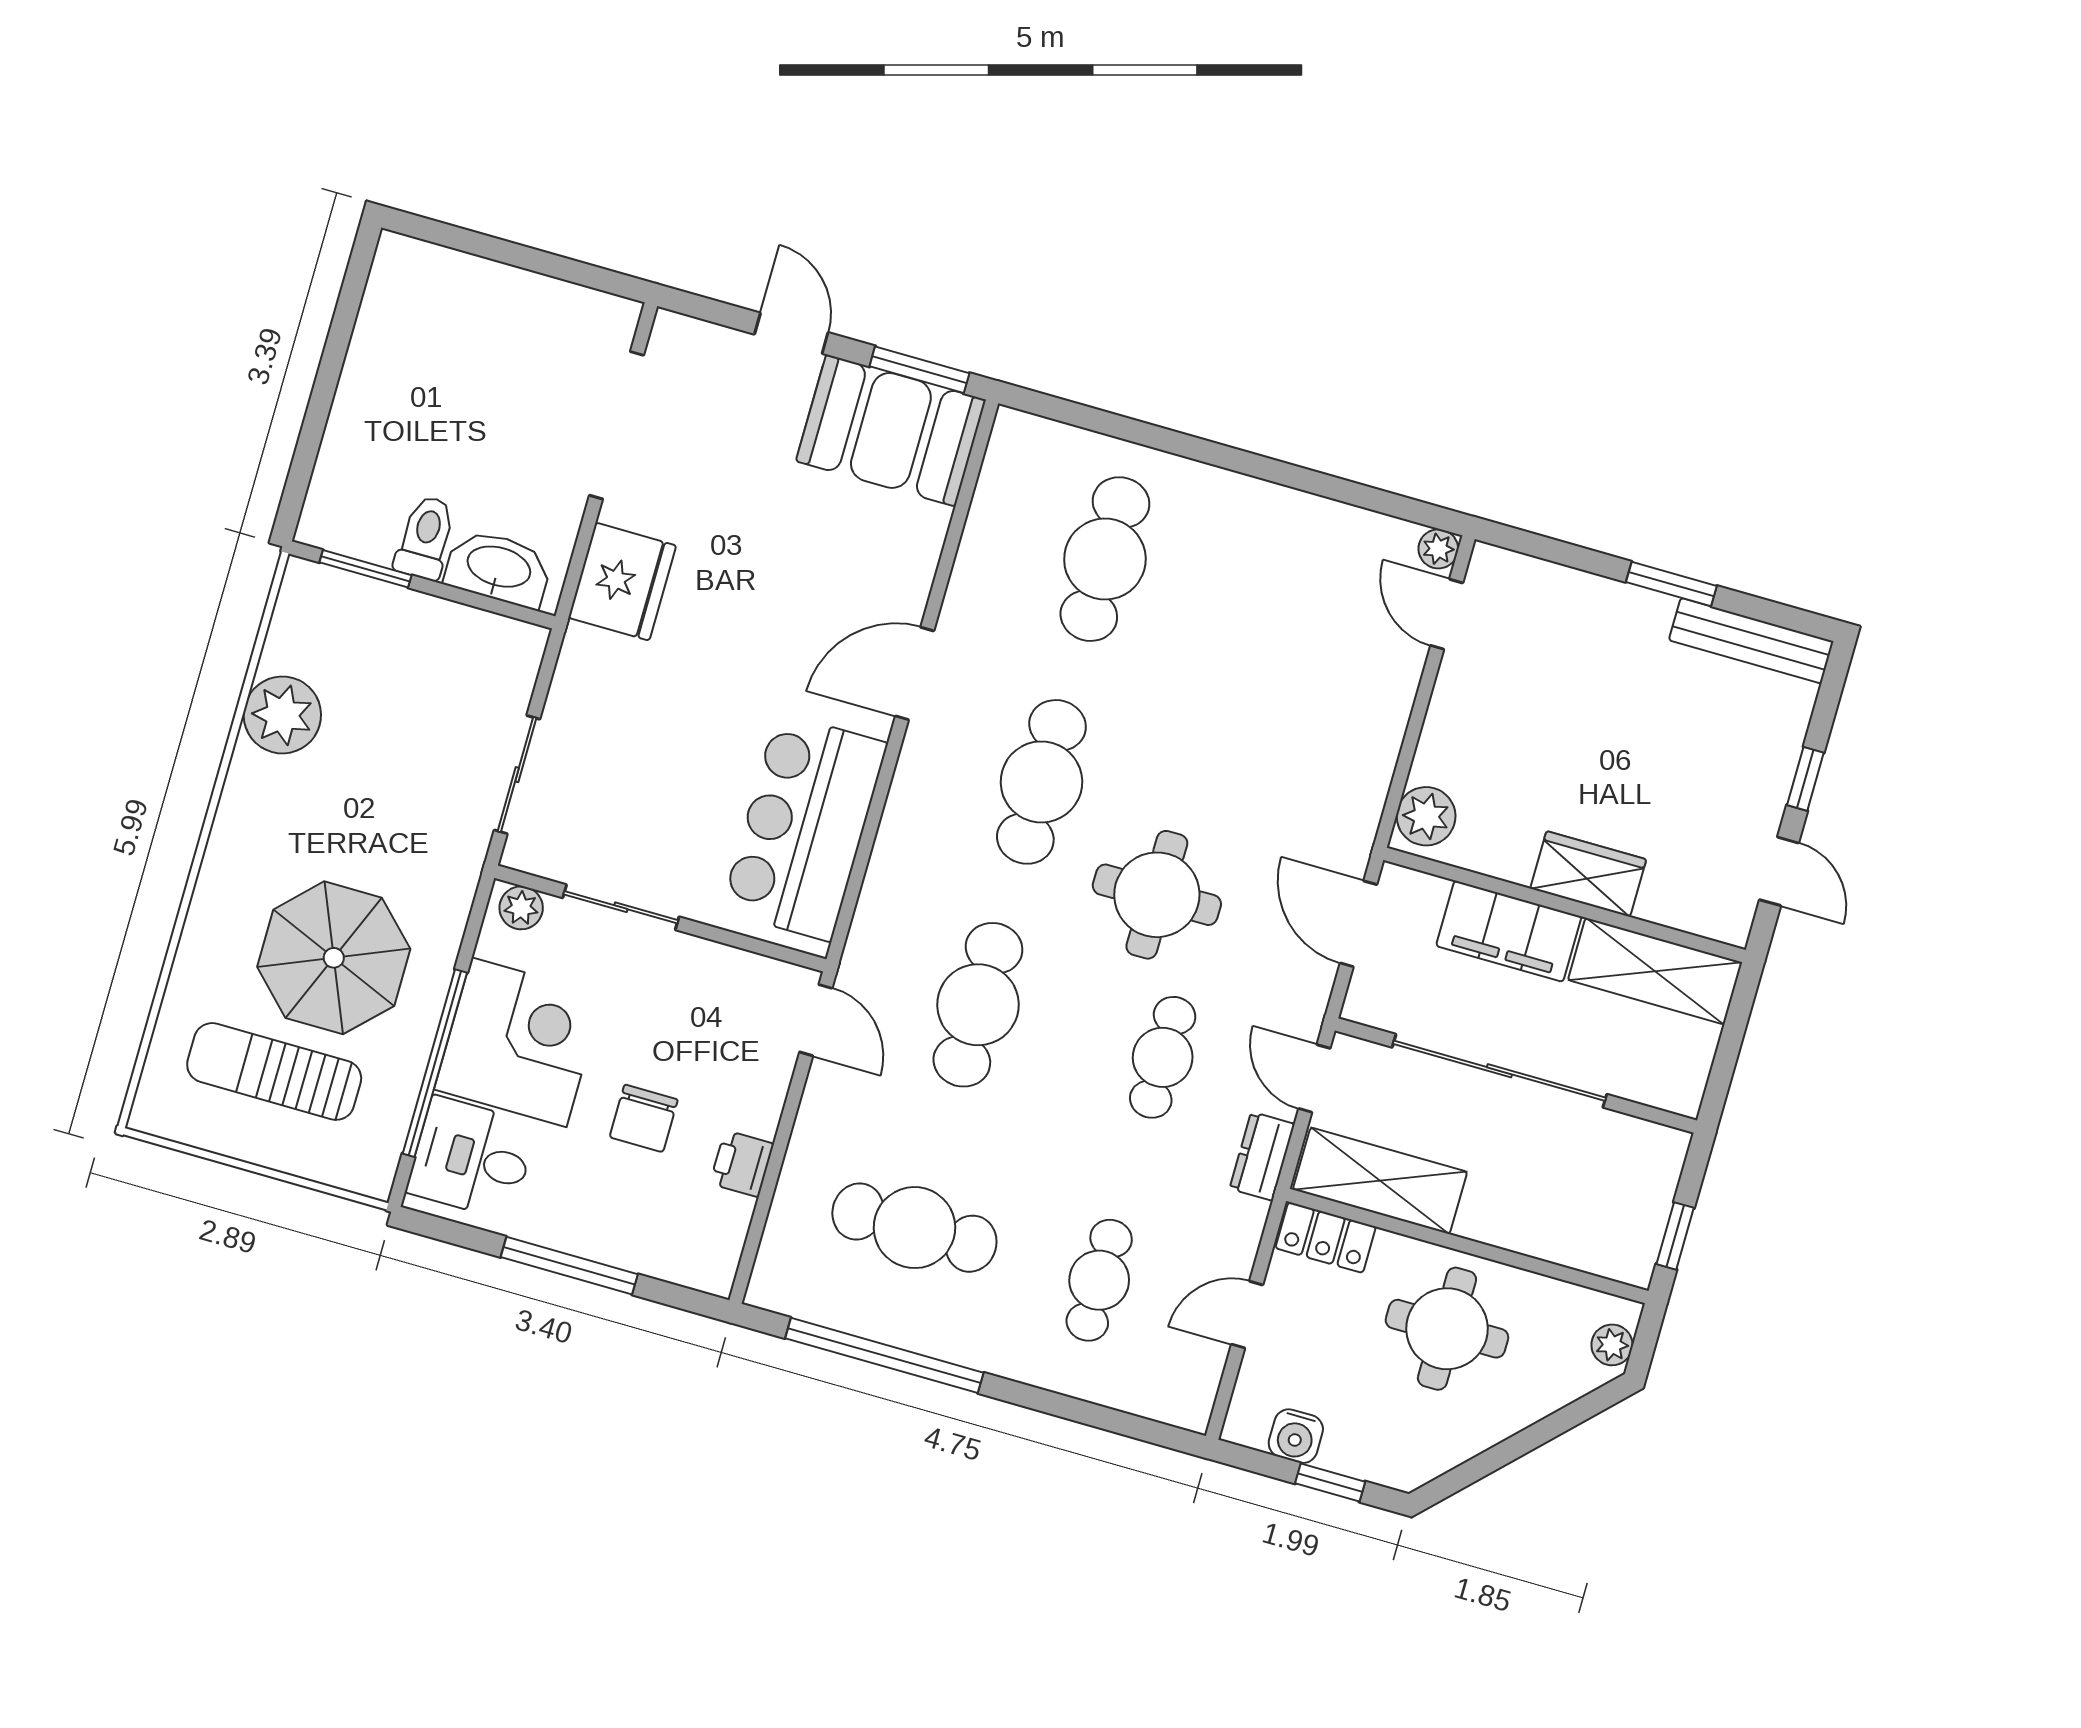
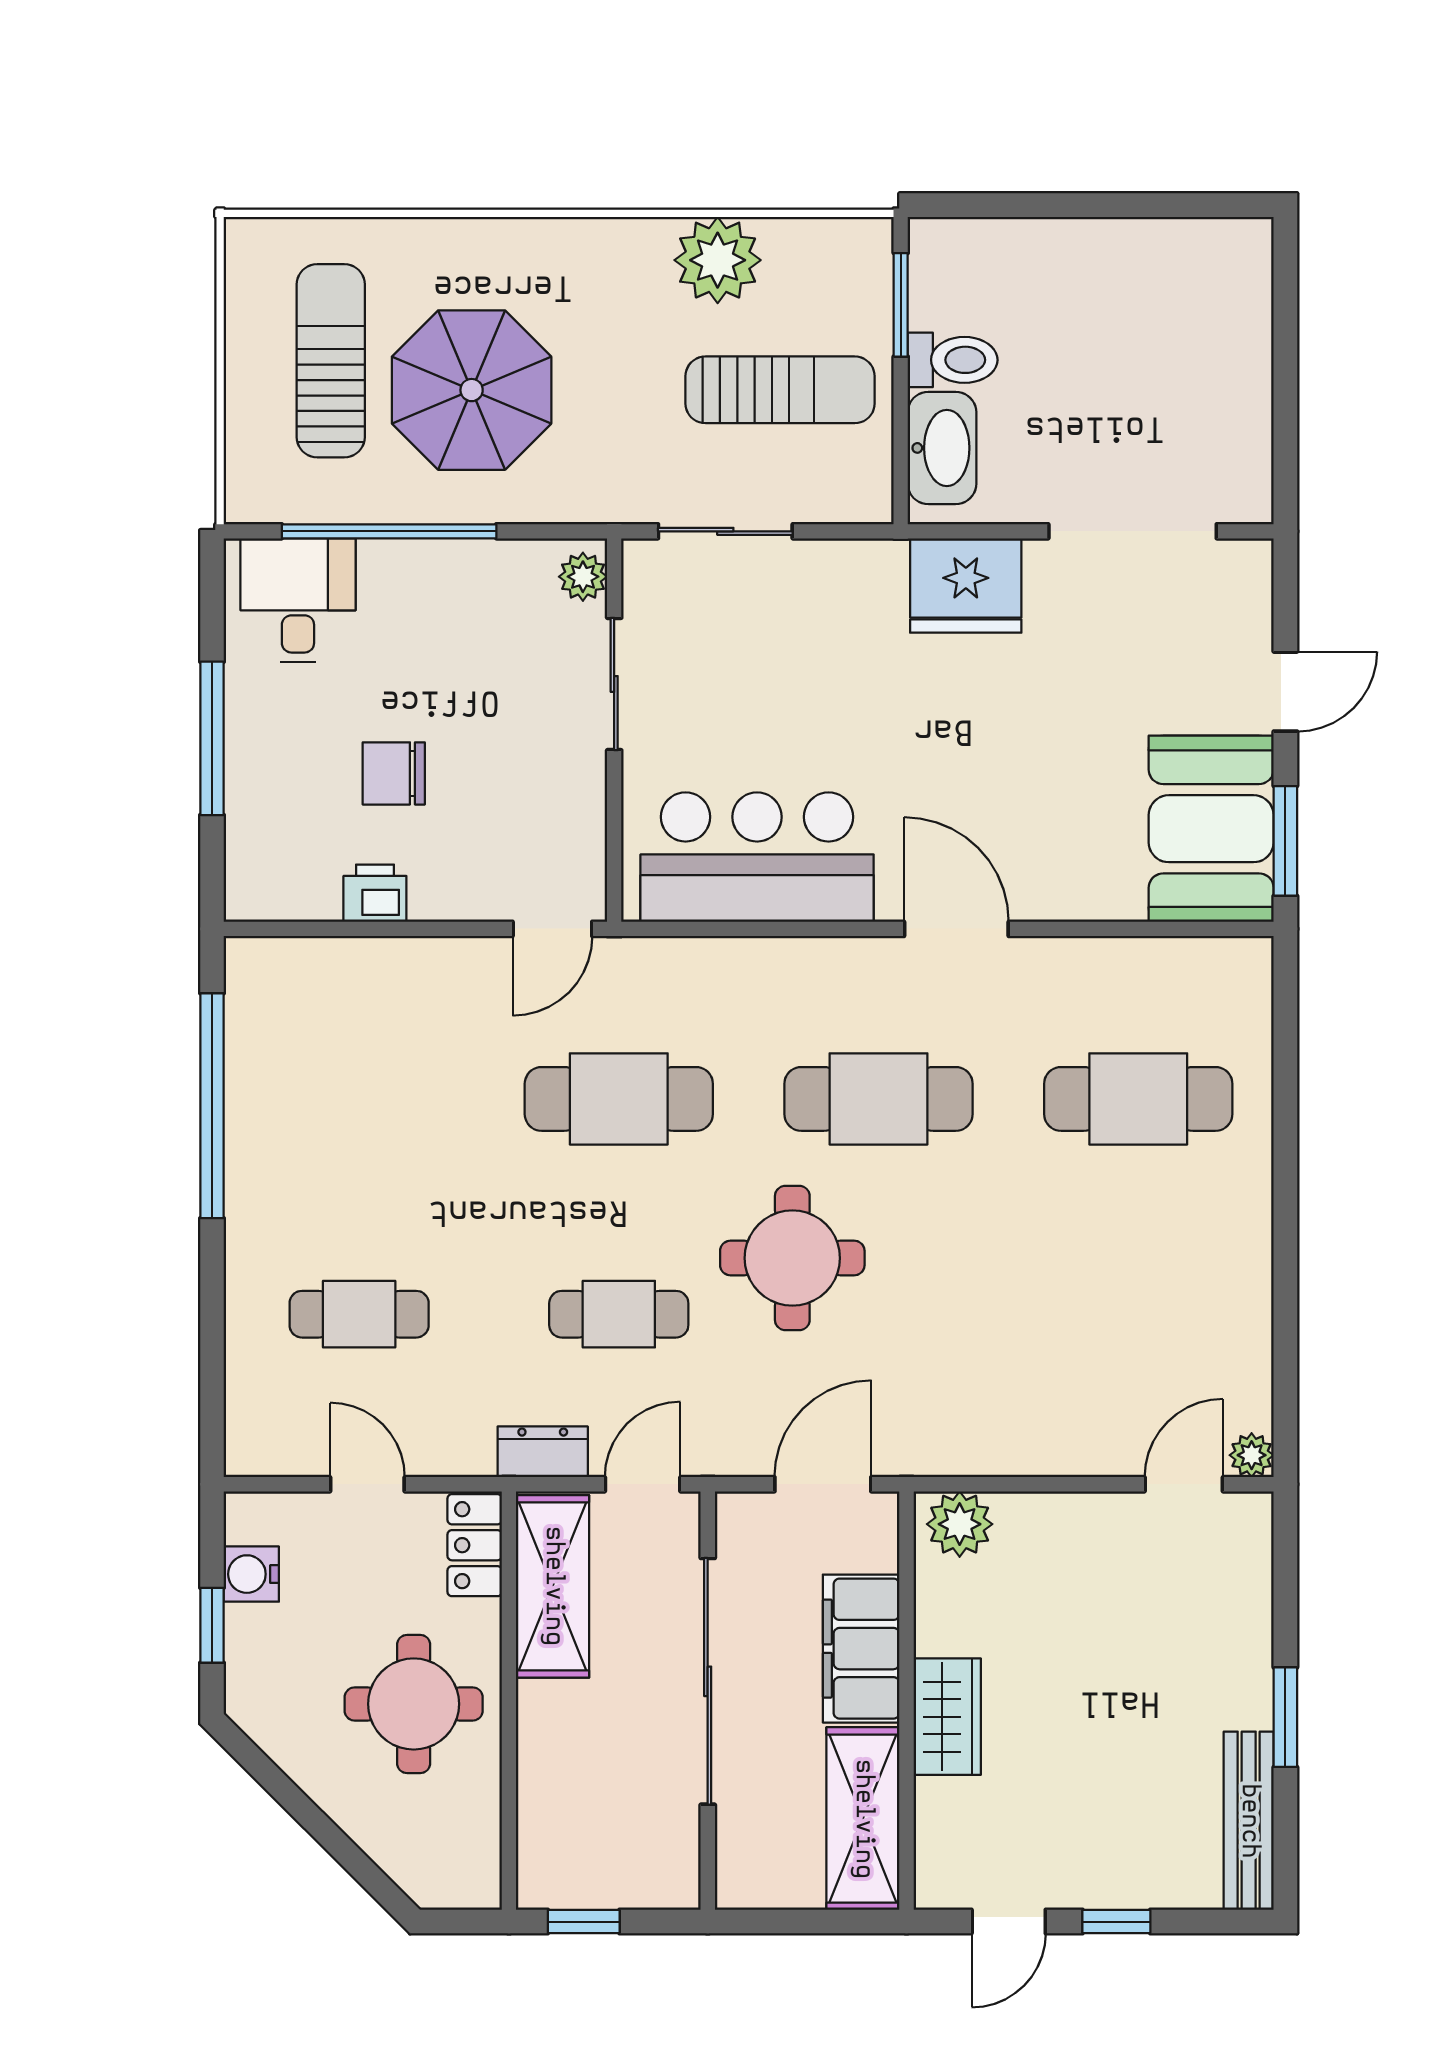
sun lounger: (409, 693) -> (780, 390), added
corner desk: (519, 1042) -> (437, 616), removed
cafe table: (914, 1228) -> (359, 1099), removed
plant: (1612, 1345) -> (447, 1887), removed

